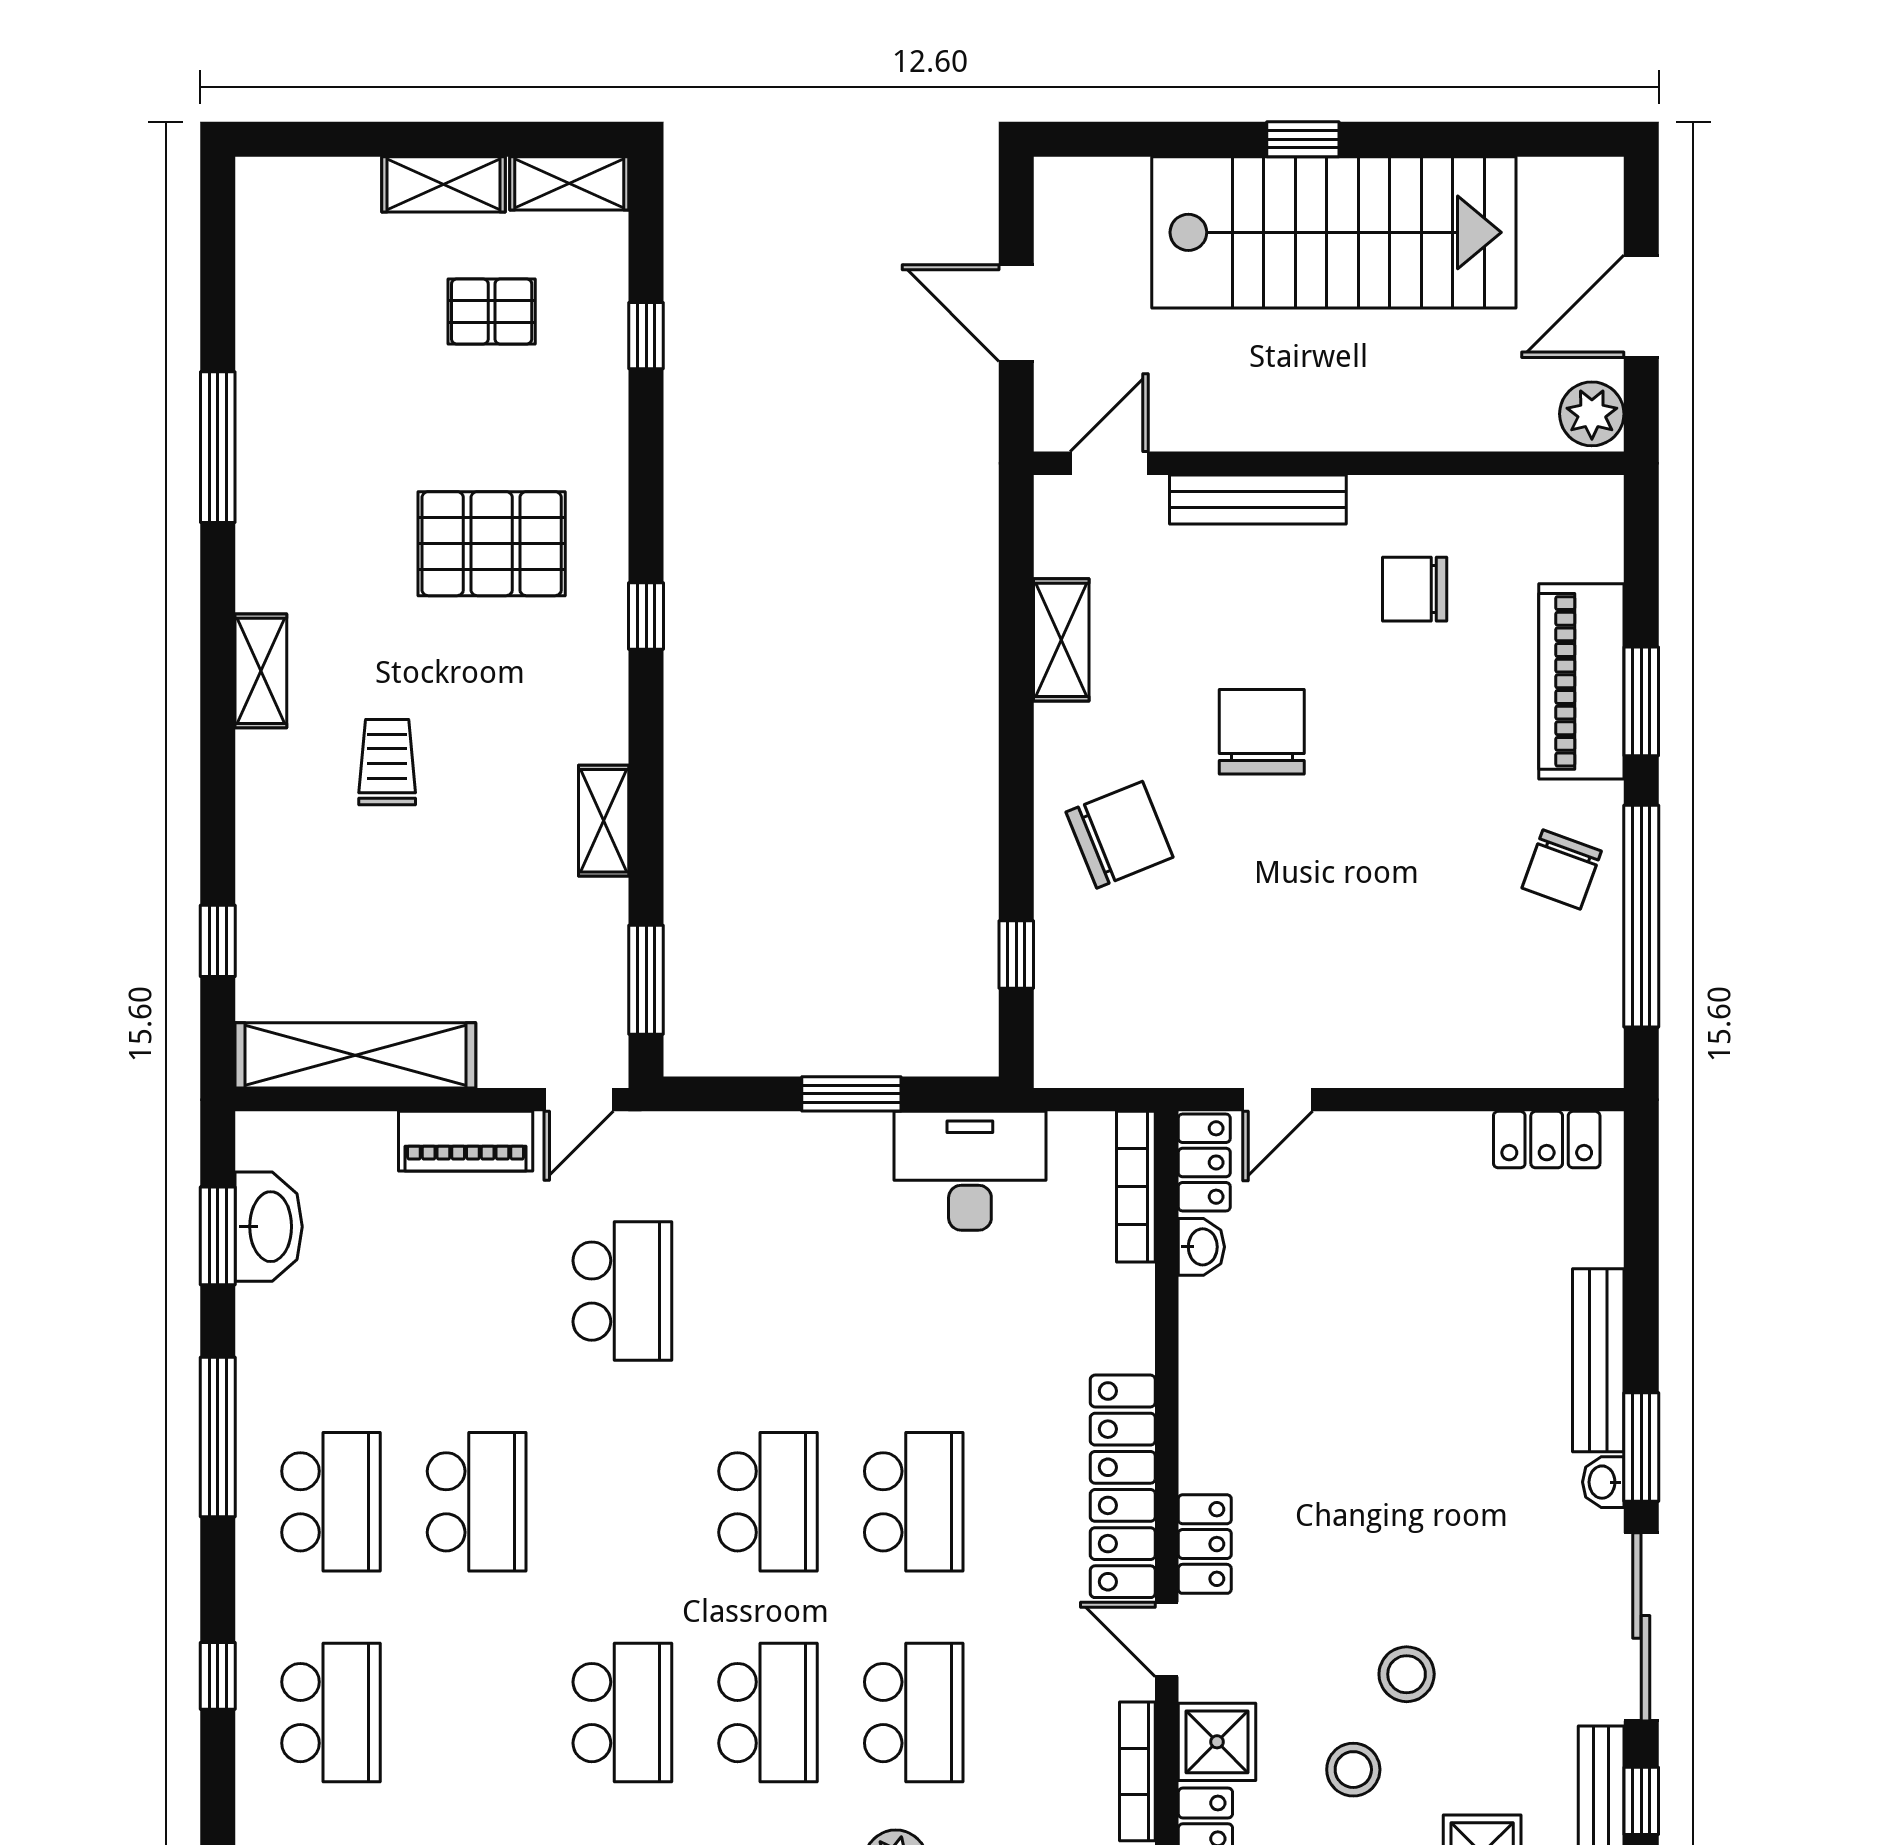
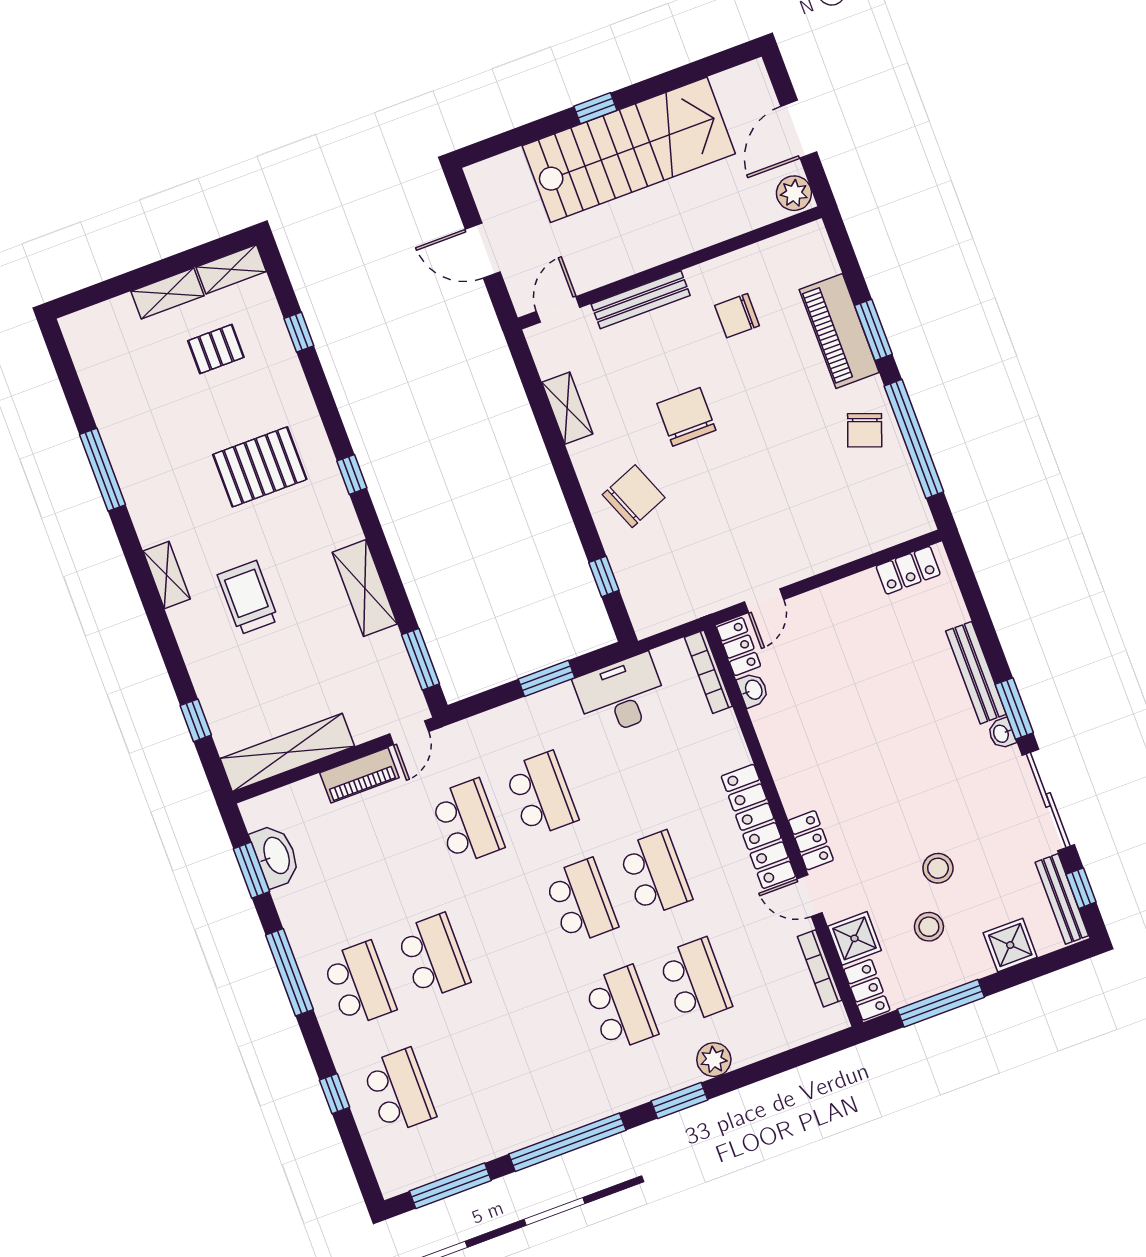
trolley: (387, 762) -> (248, 598), width x1.36, depth x1.39
shelving: (604, 821) -> (365, 588), width x1.50, depth x1.33
school desk: (622, 1713) -> (541, 794), moved

